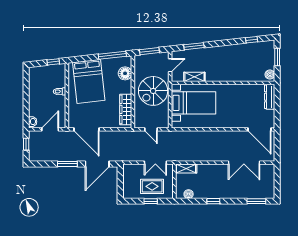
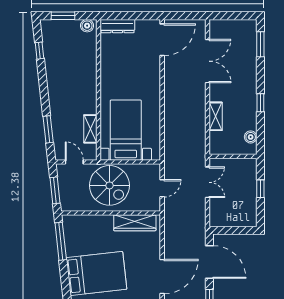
floor lamp: (125, 73) -> (85, 224), removed
shelving: (186, 169) -> (216, 116), moved
rug: (152, 186) -> (240, 187), removed

